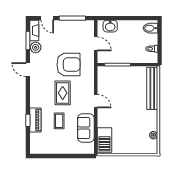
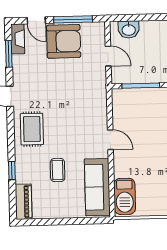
plant: (36, 47) -> (20, 63), removed
armchair: (68, 65) -> (64, 41), moved
rug: (63, 93) -> (32, 129), moved
piano: (35, 120) -> (24, 202), moved
sofa: (86, 128) -> (97, 187), width x1.36

